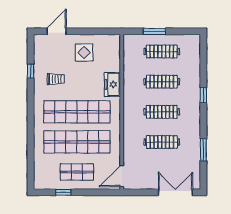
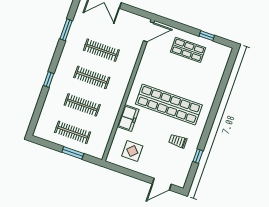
display table: (84, 53) -> (132, 151), moved
shop shelf: (77, 142) -> (178, 77), removed

